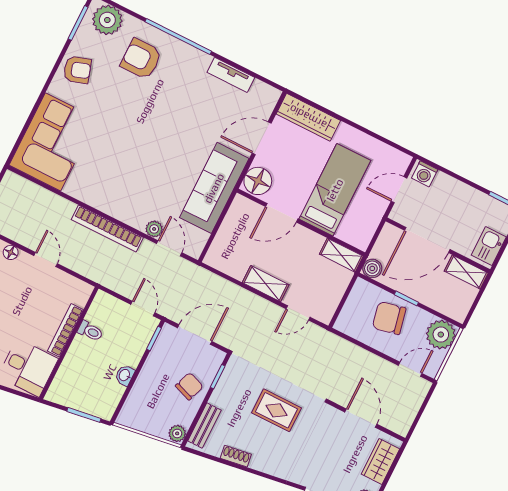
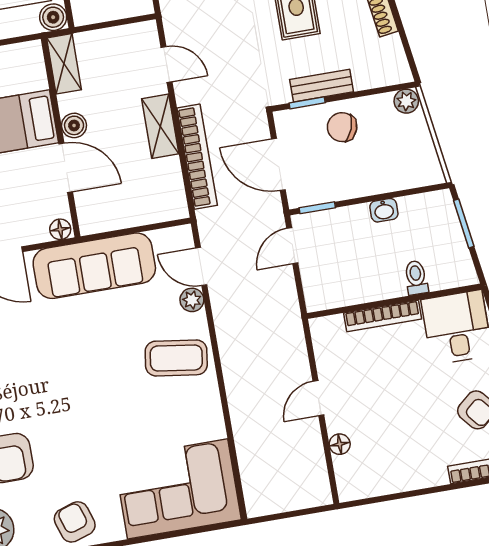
floor lamp: (258, 181) -> (60, 229), width x0.53, depth x0.53
coffee table: (128, 196) -> (176, 358), added
bookcase: (107, 229) -> (197, 157), moved
boiler: (302, 235) -> (74, 125), added
door: (169, 248) -> (201, 266), hinge flipped
toilet: (90, 331) -> (416, 278), moved
bench: (204, 426) -> (322, 86), moved

